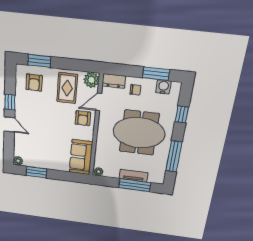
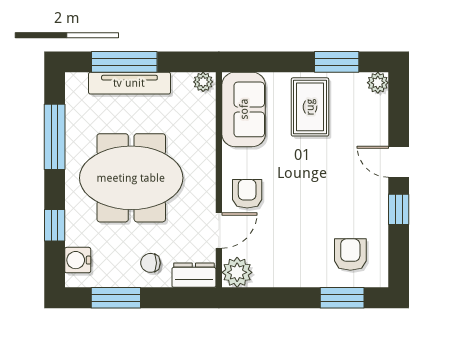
water cooler: (163, 87) -> (78, 260), moved, turned 90
rug: (67, 88) -> (310, 107), moved
tv unit: (134, 176) -> (129, 83), width x1.41

